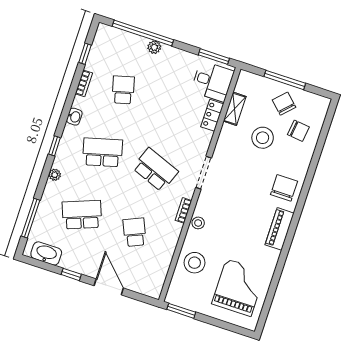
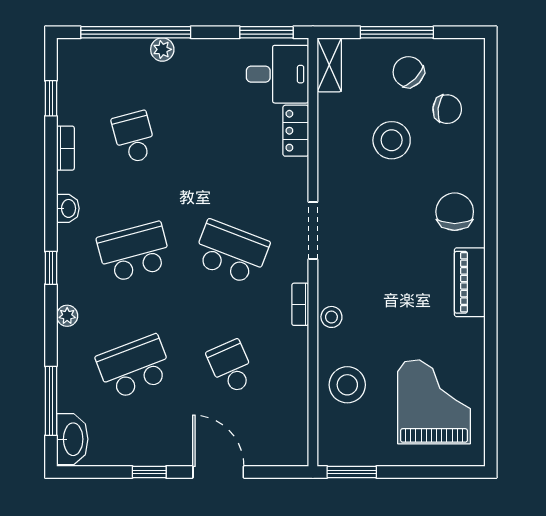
shelving: (235, 109) -> (329, 65), moved
washbasin: (46, 253) -> (72, 439), moved, turned 90

